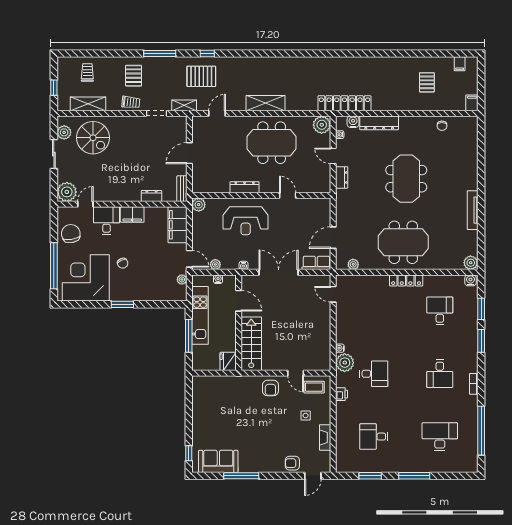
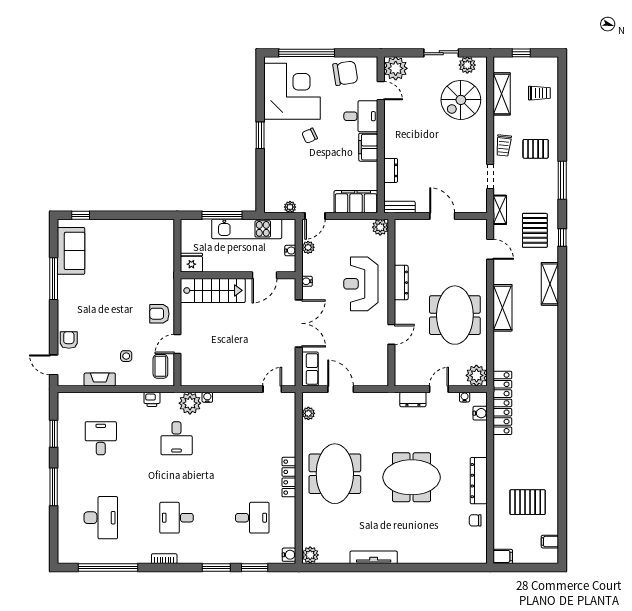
shelving: (246, 64) -> (550, 284), added
pallet: (427, 82) -> (528, 502), width x1.50, depth x1.42
dresser: (379, 123) -> (479, 481), moved

